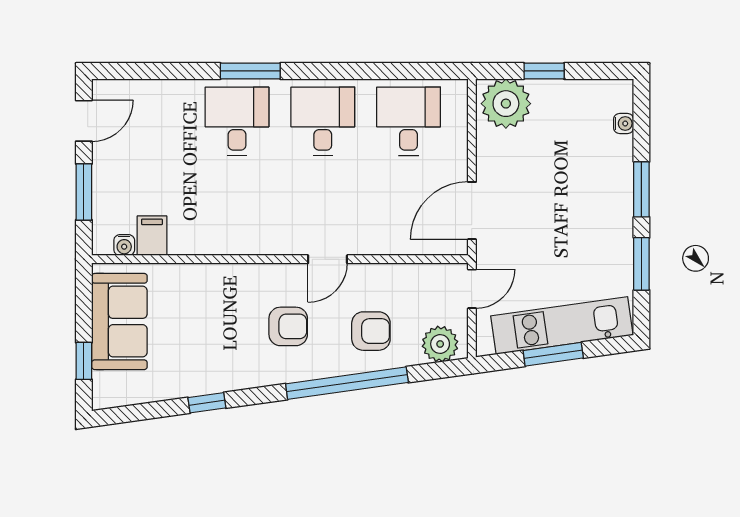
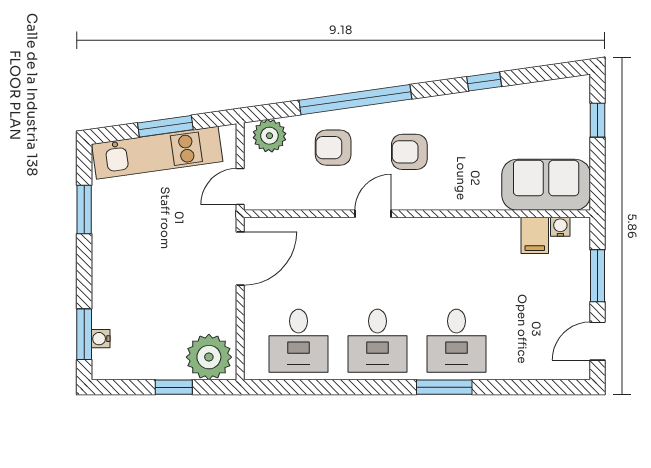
window: (641, 189) -> (84, 334), moved
sofa: (119, 322) -> (546, 185), moved, turned 90

